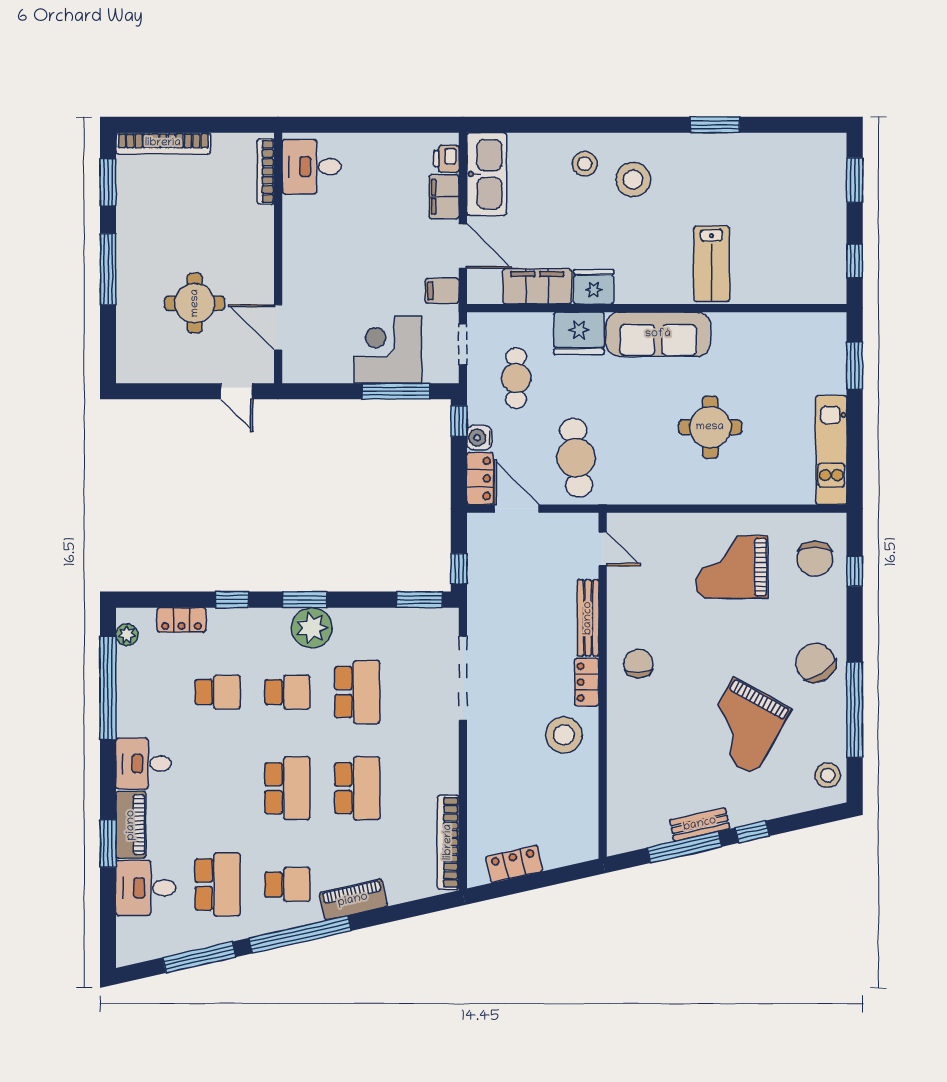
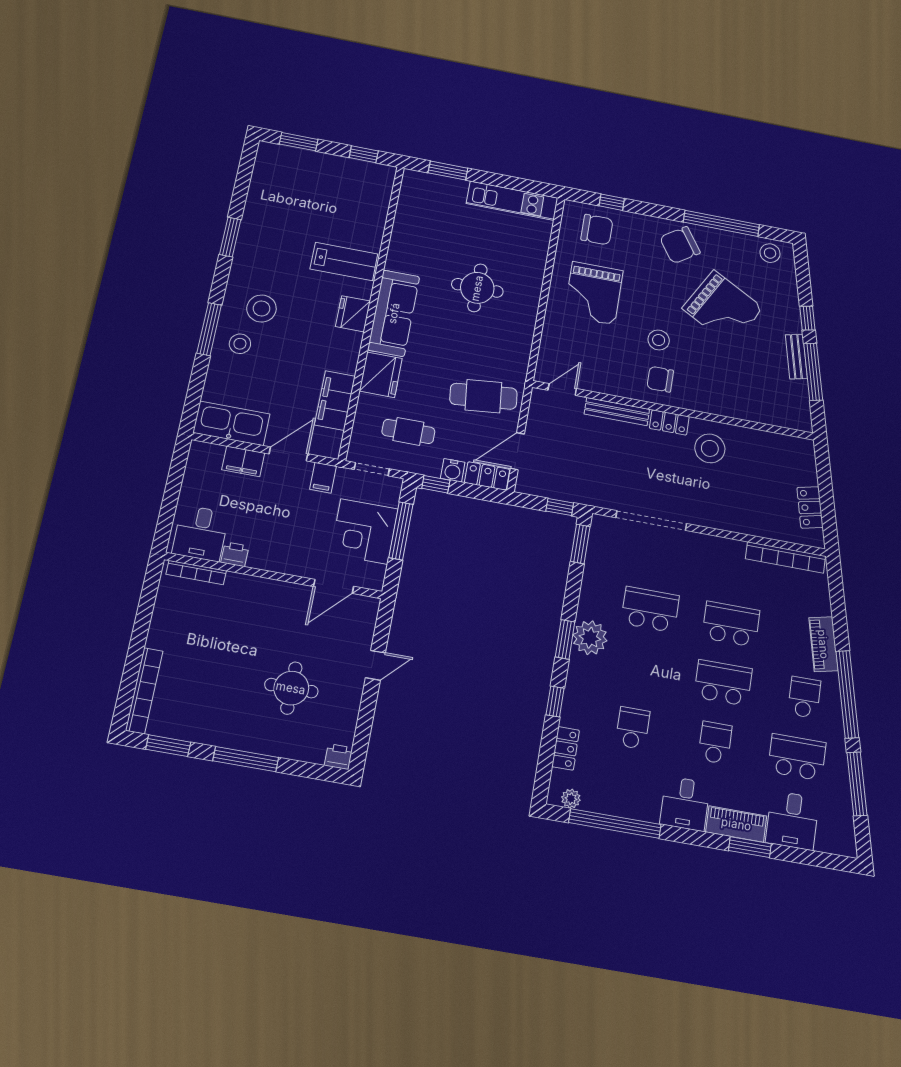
window: (595, 125) -> (209, 329), added
printer: (446, 159) -> (235, 554), moved, turned 180
desk: (312, 167) -> (201, 533), moved
bookcase: (266, 171) -> (196, 572), moved
wall: (278, 258) -> (274, 576), moved
fridge: (594, 287) -> (353, 314), moved
door: (278, 327) -> (334, 586), moved
printer: (128, 370) -> (338, 757), added
stool: (688, 654) -> (659, 340), added
school desk: (287, 692) -> (715, 743), moved

